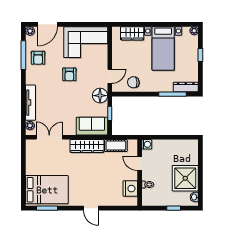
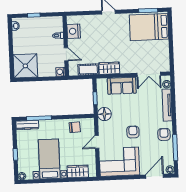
armchair: (38, 58) -> (164, 134), moved
door: (110, 76) -> (97, 142), moved
sofa: (92, 126) -> (122, 86), moved
wardrobe: (87, 146) -> (109, 68), width x0.67
shower: (185, 178) -> (25, 66), moved

